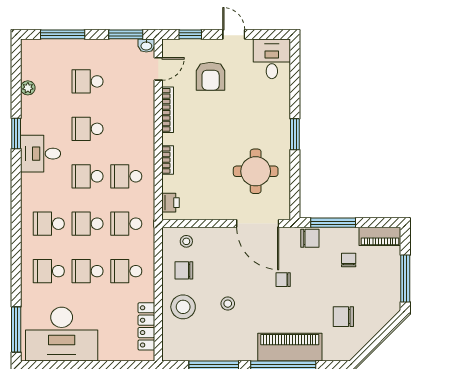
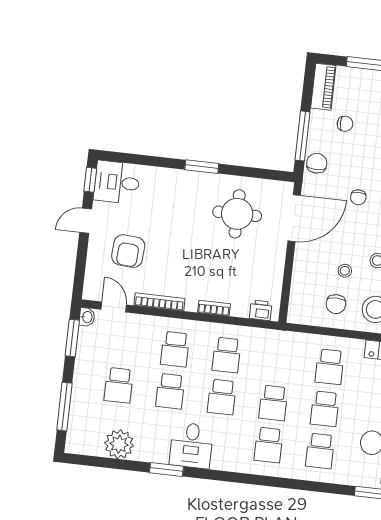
window: (190, 34) -> (90, 180), moved
armchair: (211, 76) -> (128, 251), turned 94
plant: (28, 88) -> (119, 444), width x1.88, depth x1.88
school desk: (126, 224) -> (175, 349), moved
stool: (186, 241) -> (345, 271), moved
chair: (349, 260) -> (345, 124), turned 180

